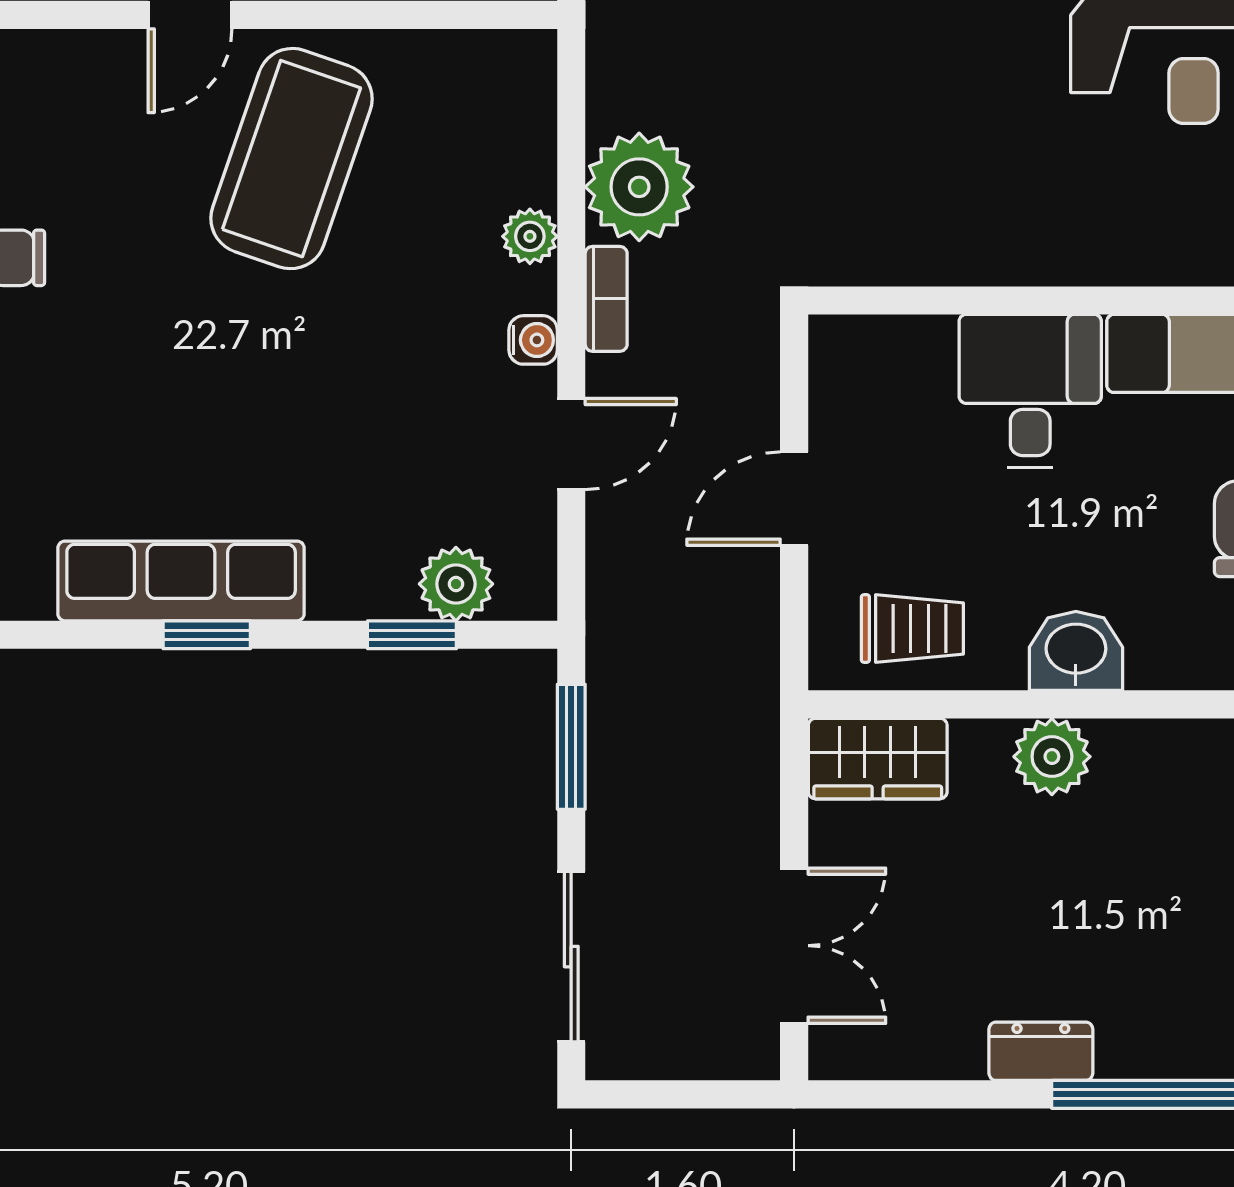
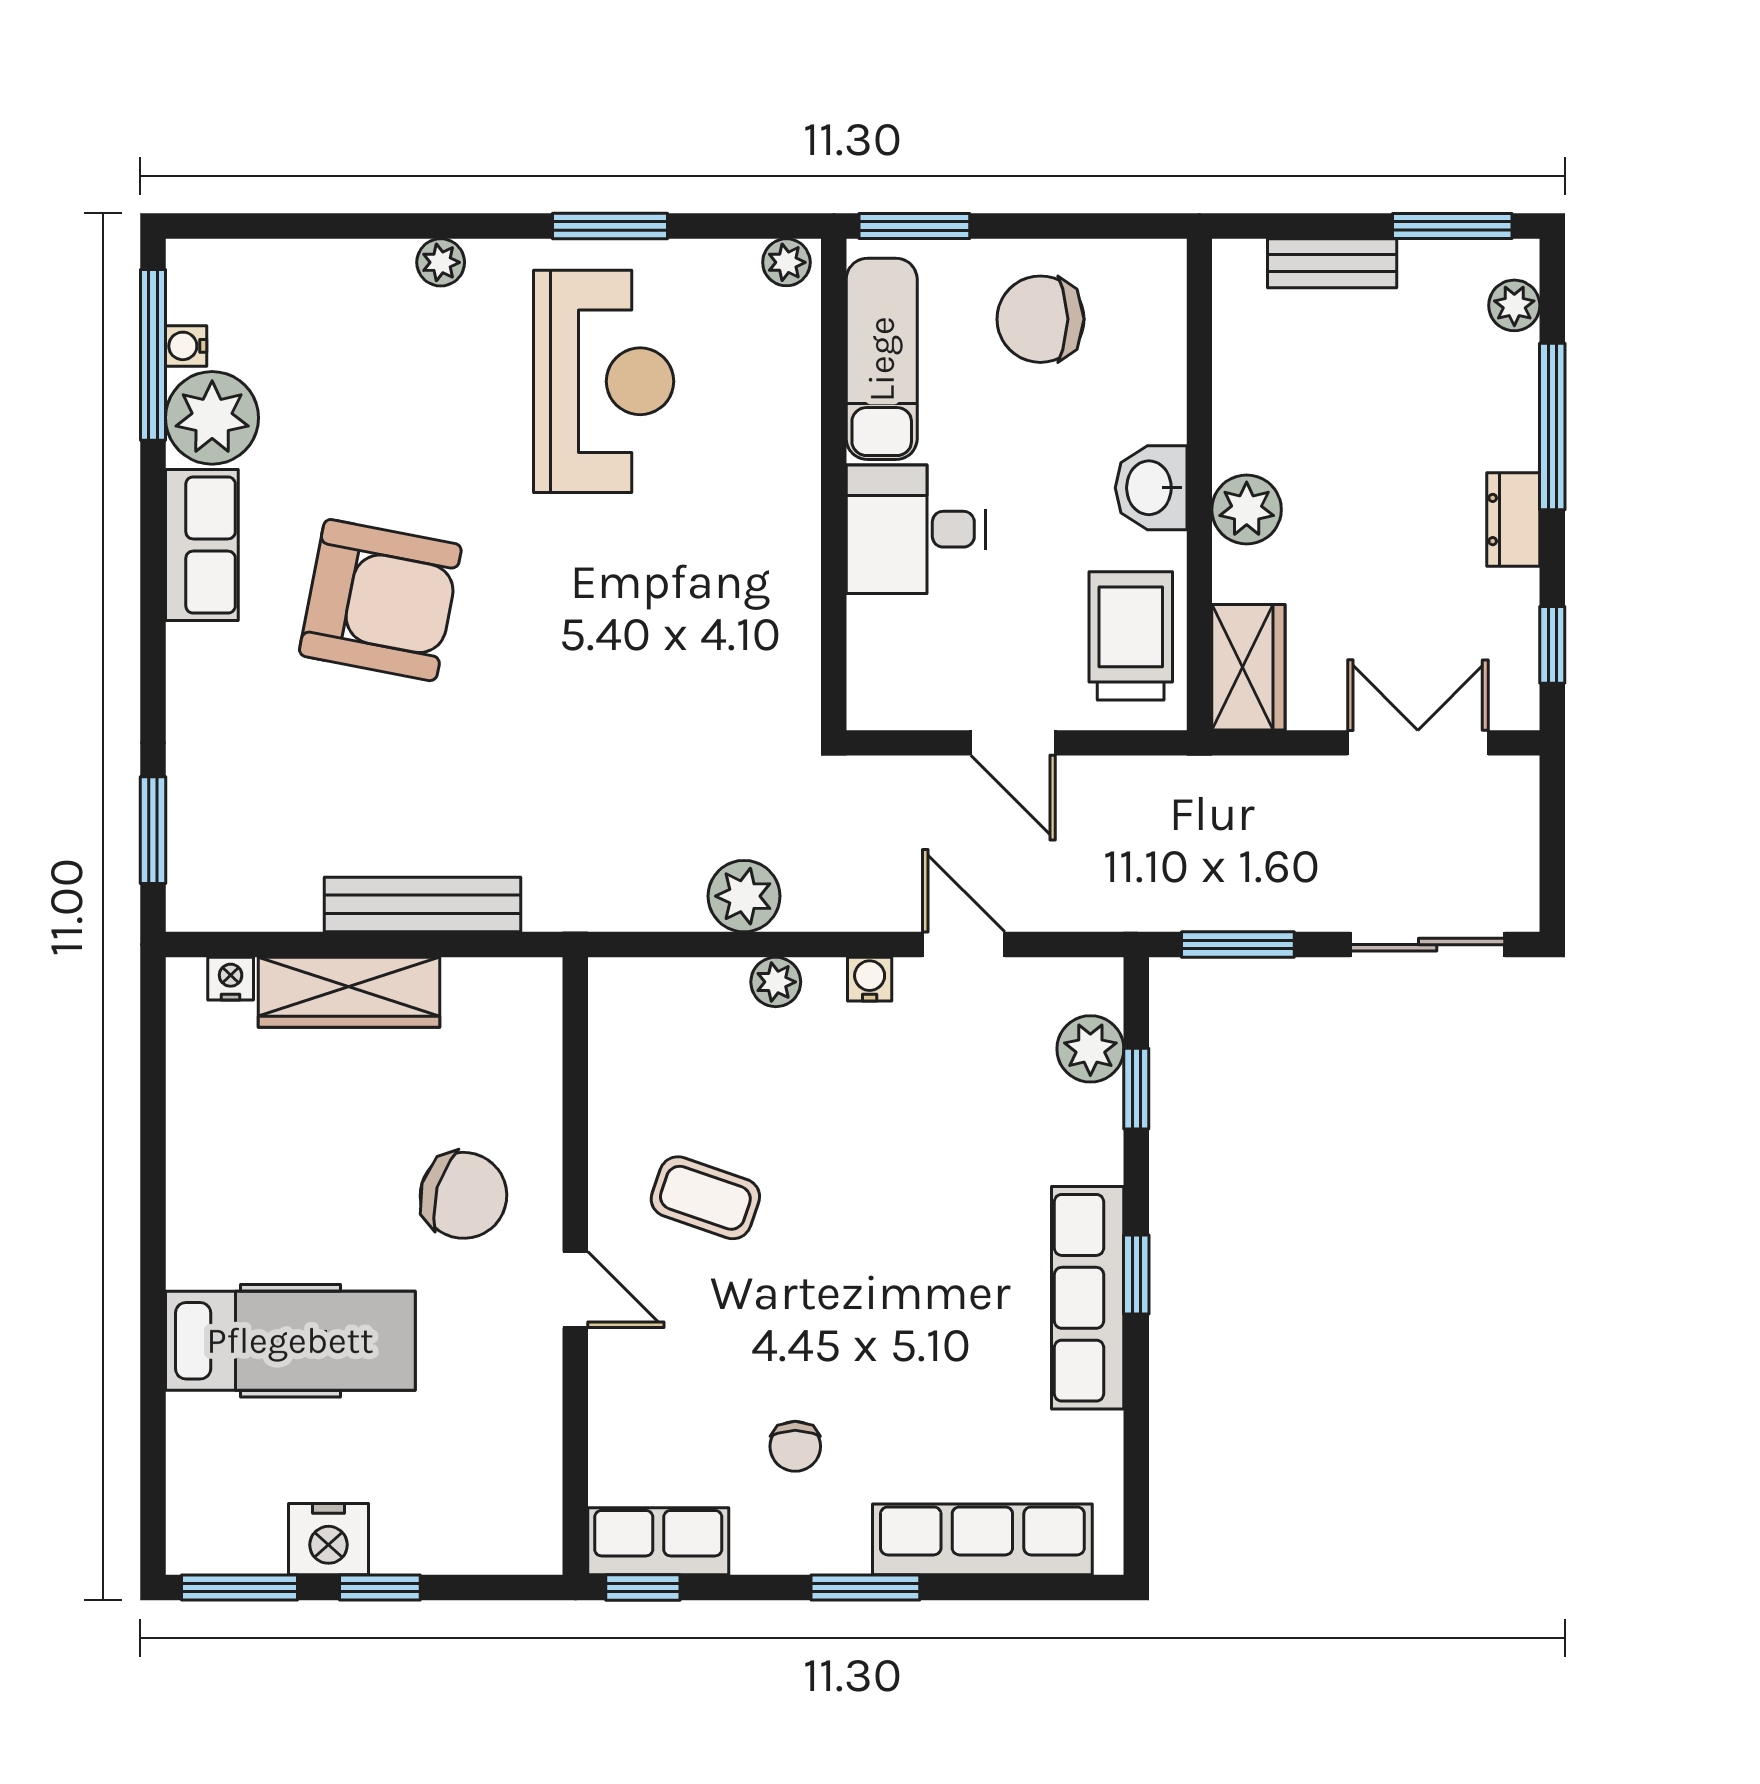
coffee table: (292, 159) -> (705, 1198), width x0.54, depth x0.58
plant: (639, 187) -> (744, 896), width x0.73, depth x0.73
bookcase: (606, 299) -> (832, 913), removed
trolley: (912, 628) -> (1131, 636), width x1.36, depth x1.39
window: (902, 1094) -> (1552, 645), added

